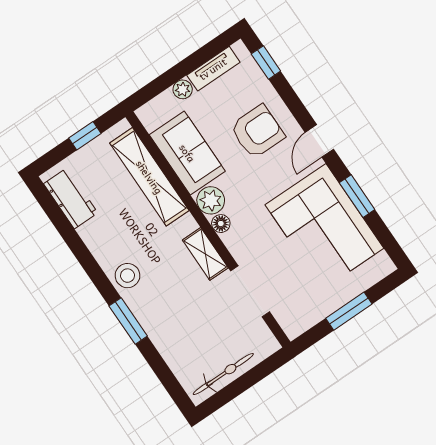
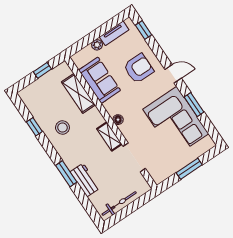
door: (319, 141) -> (173, 74), swing flipped
shelving: (149, 177) -> (78, 93), width x0.68
workbench: (71, 198) -> (85, 180), moved
plant: (211, 200) -> (112, 107), removed
window: (71, 237) -> (34, 127), added
stool: (127, 276) -> (62, 128), moved

